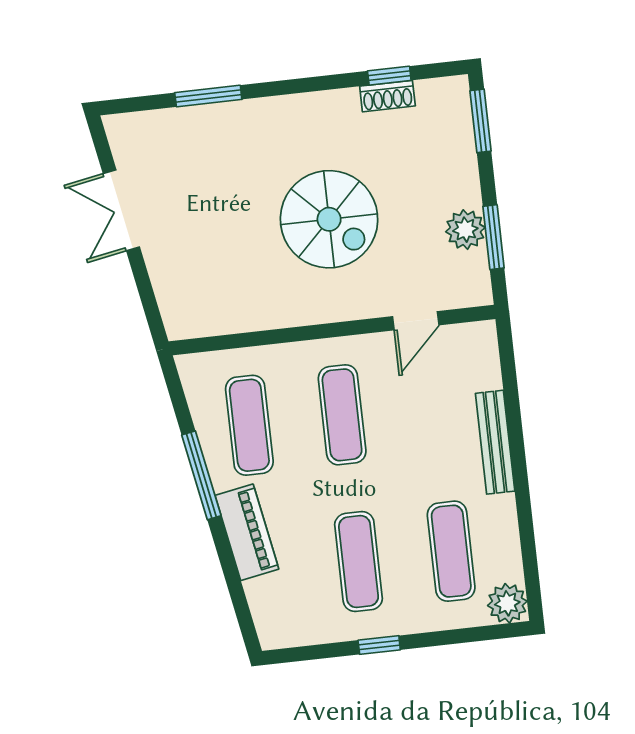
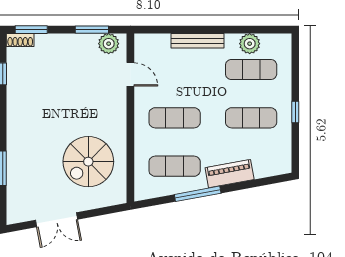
shoe rack: (387, 96) -> (20, 40), moved, turned 90
spiral stairs: (329, 219) -> (88, 162), moved, turned 180
plant: (465, 230) -> (109, 44), moved
plant: (507, 603) -> (250, 44), moved

